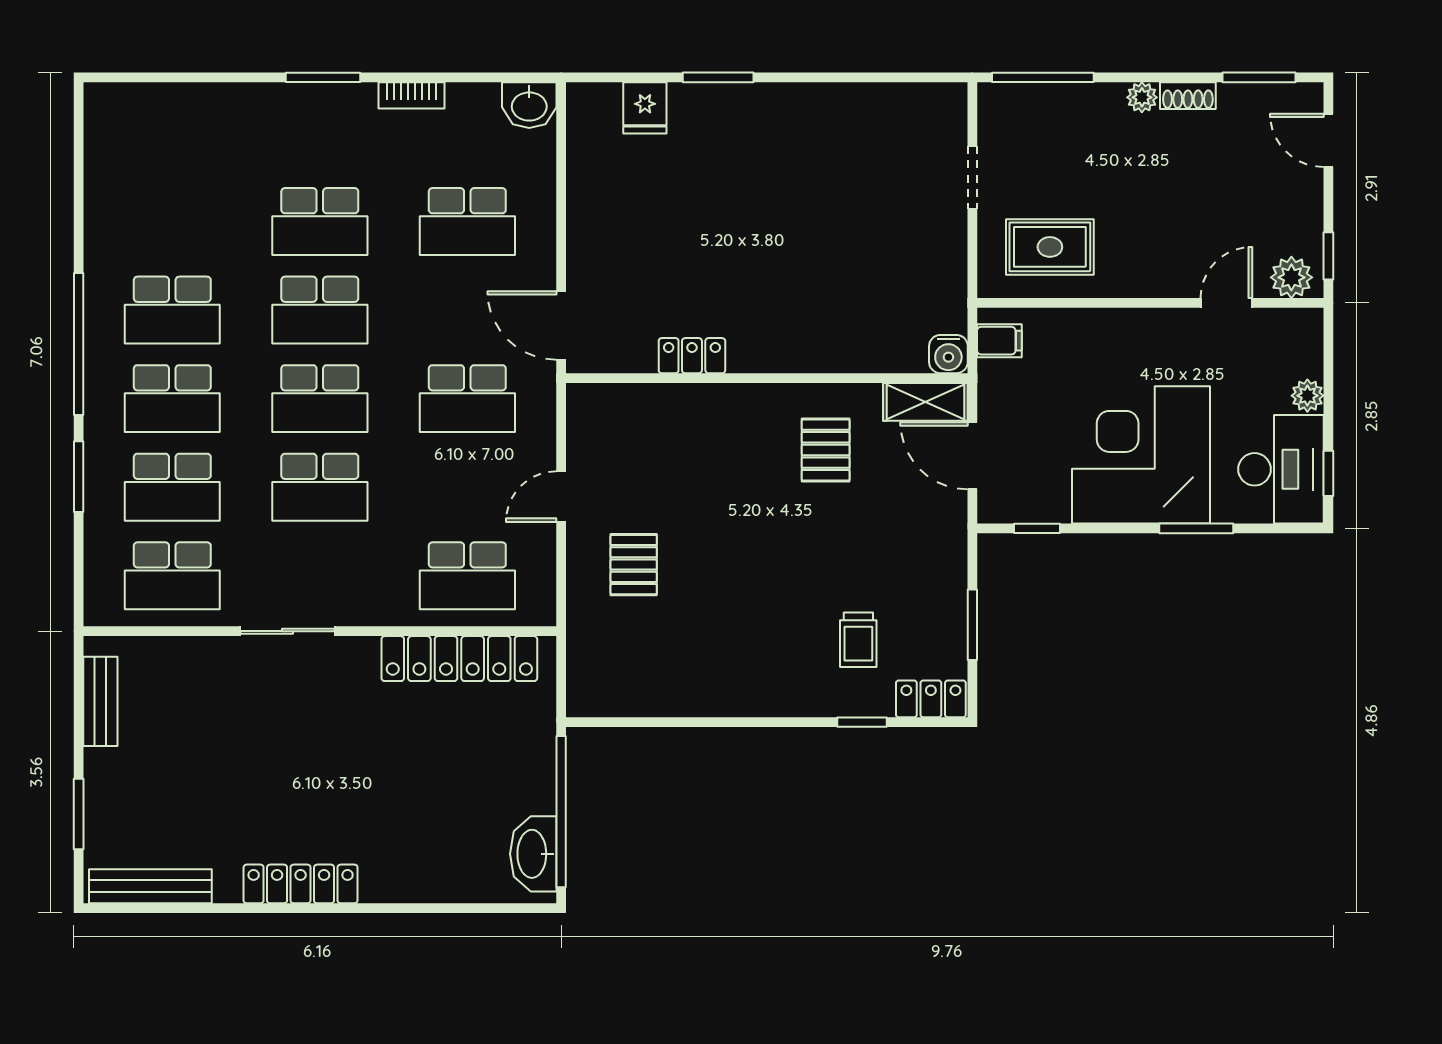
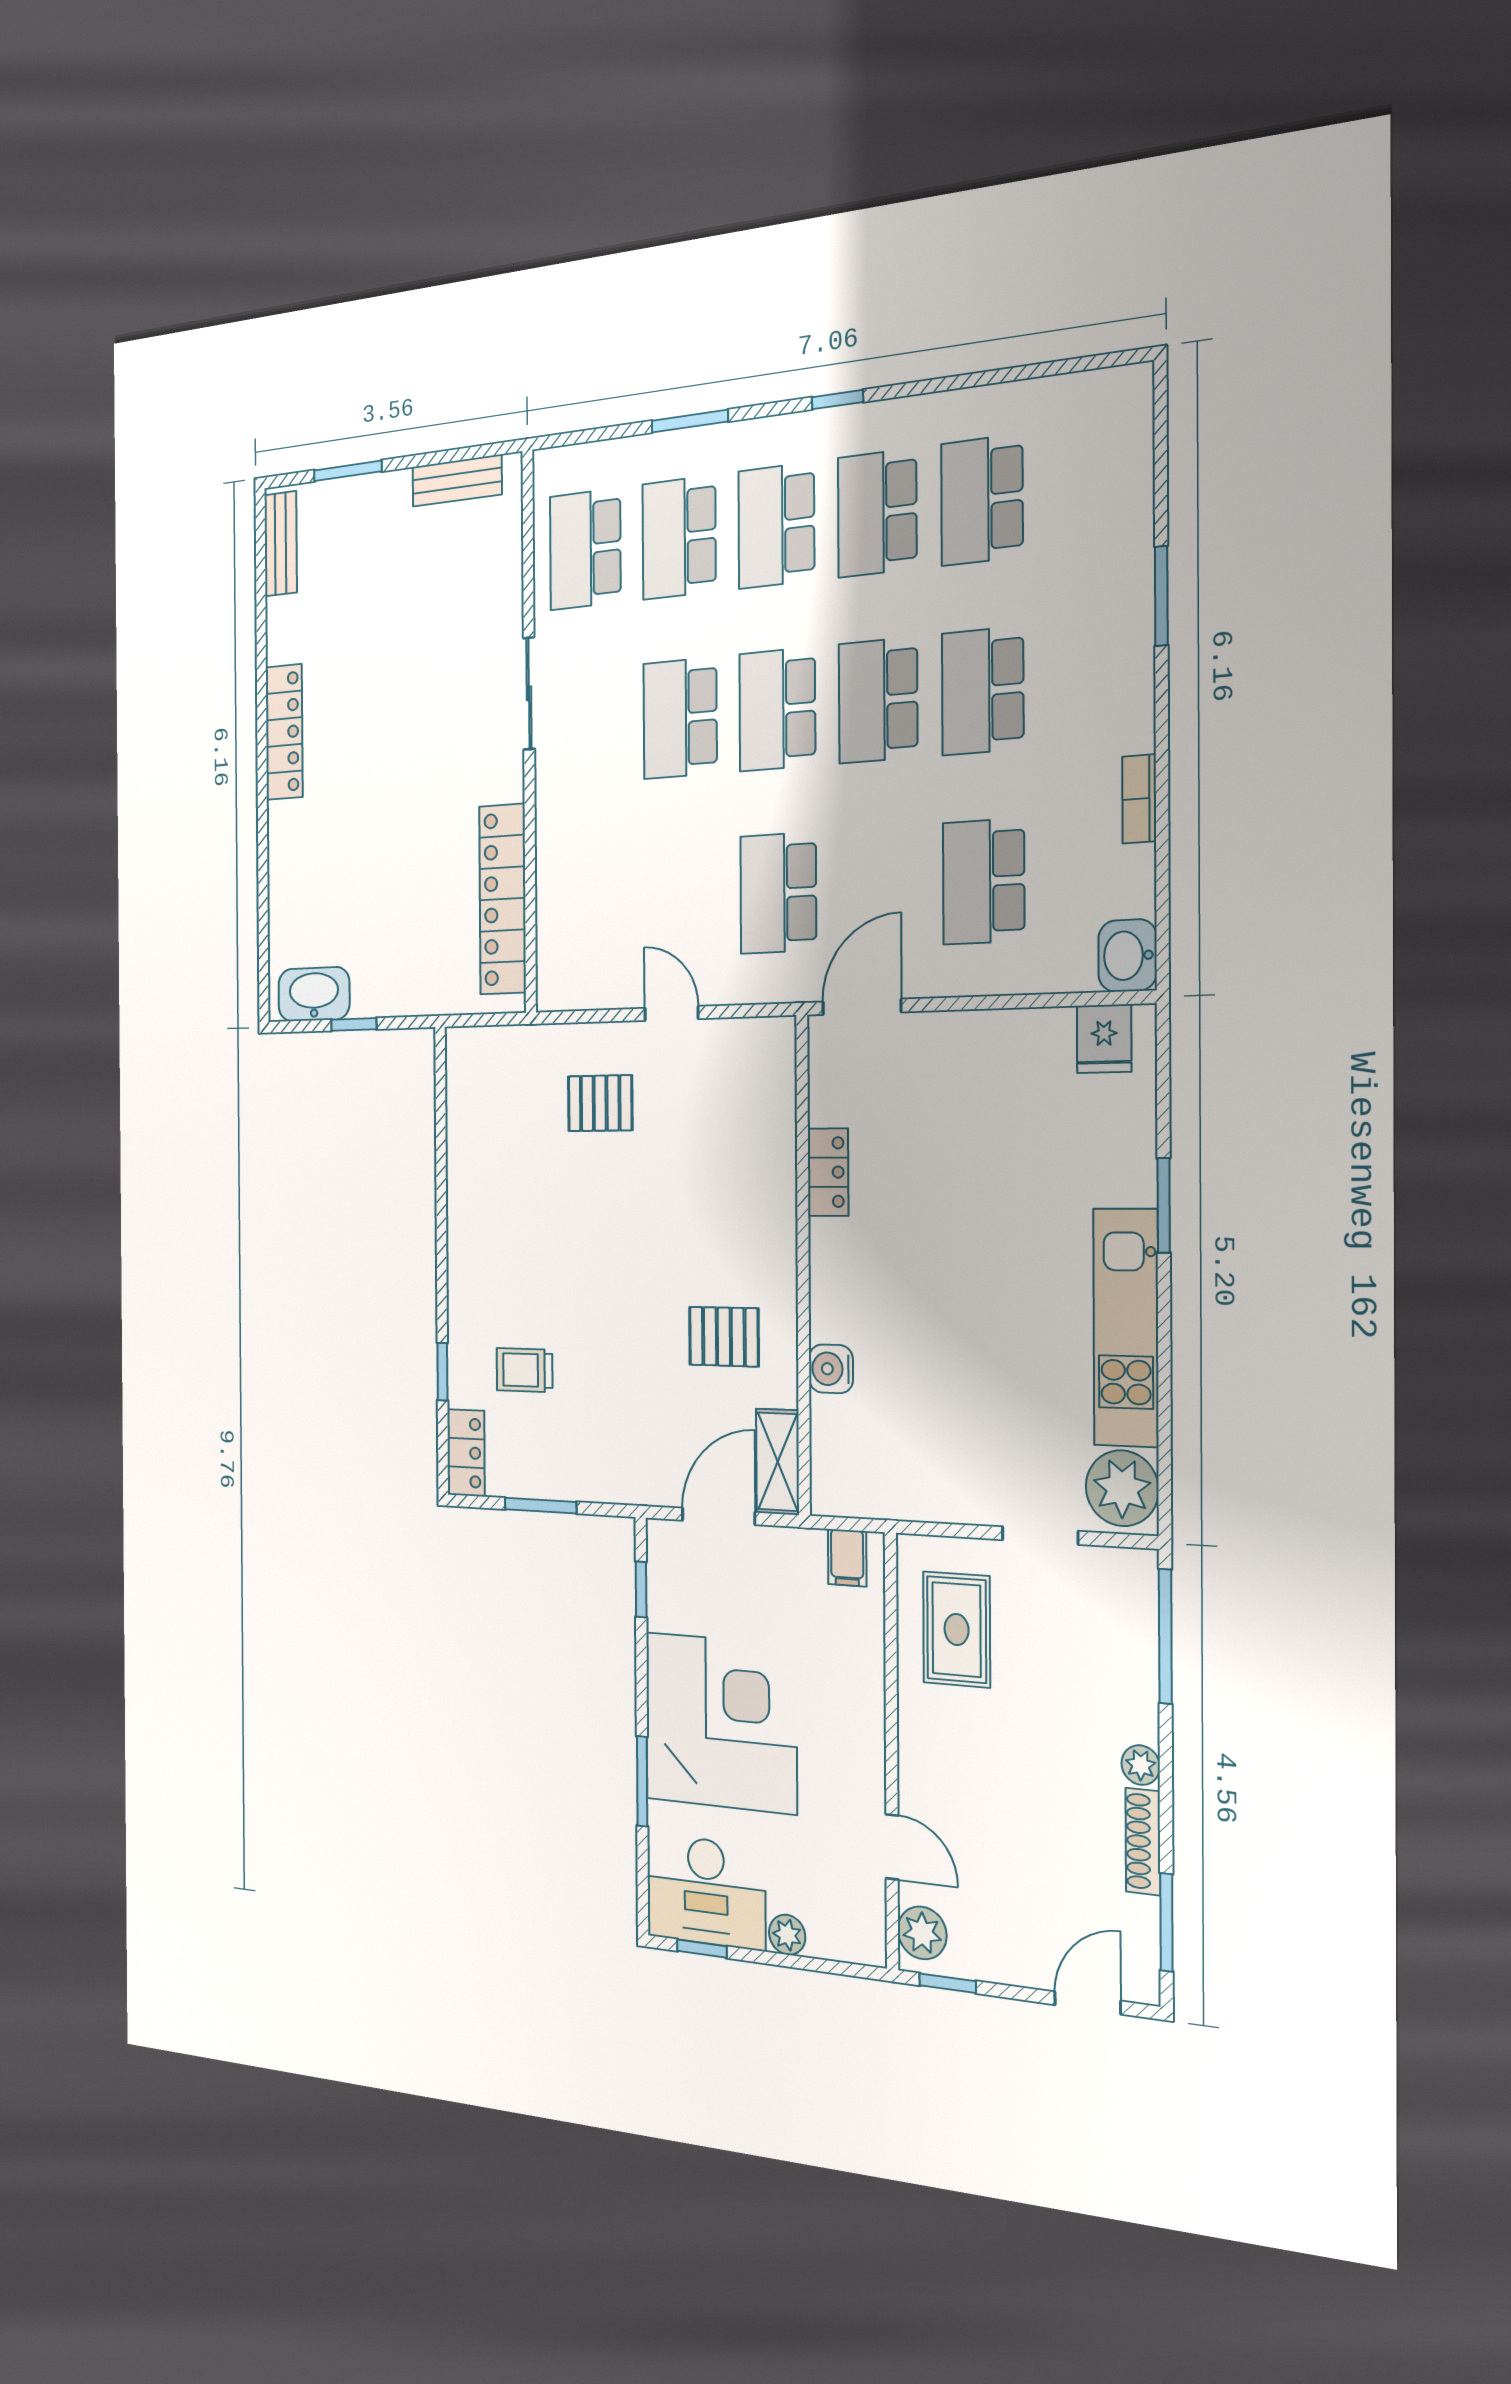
window: (323, 77) -> (1161, 596), moved
shoe rack: (1188, 96) -> (1143, 1841), width x1.43
fridge: (645, 108) -> (1104, 1039), moved, turned -90
kitchen unit: (811, 108) -> (1126, 1327), added
plant: (933, 111) -> (1122, 1488), added
window: (79, 344) -> (837, 400), width x0.32
water cooler: (948, 354) -> (831, 1369), moved
school desk: (467, 576) -> (982, 500), moved
window: (561, 812) -> (354, 1024), width x0.32
bench: (150, 886) -> (281, 544), width x0.73

